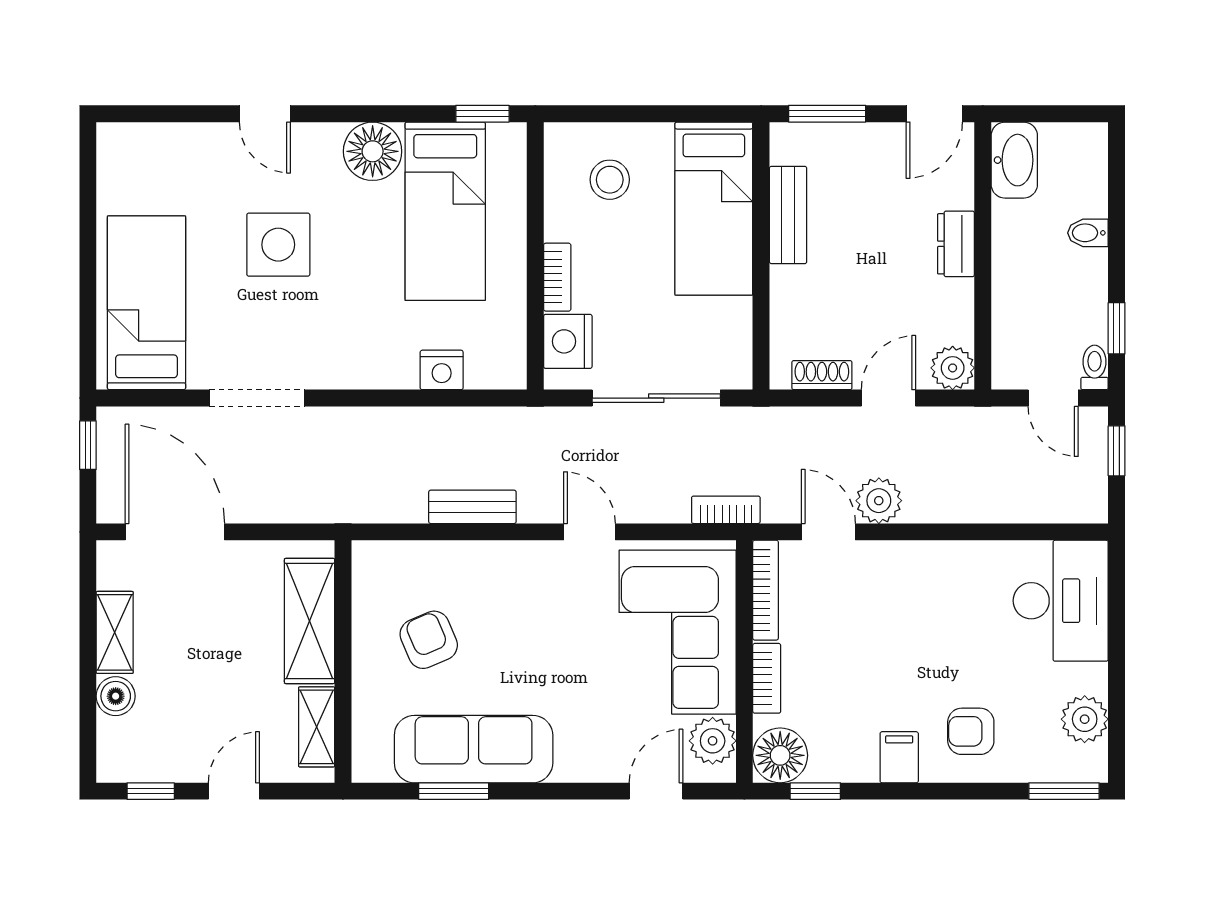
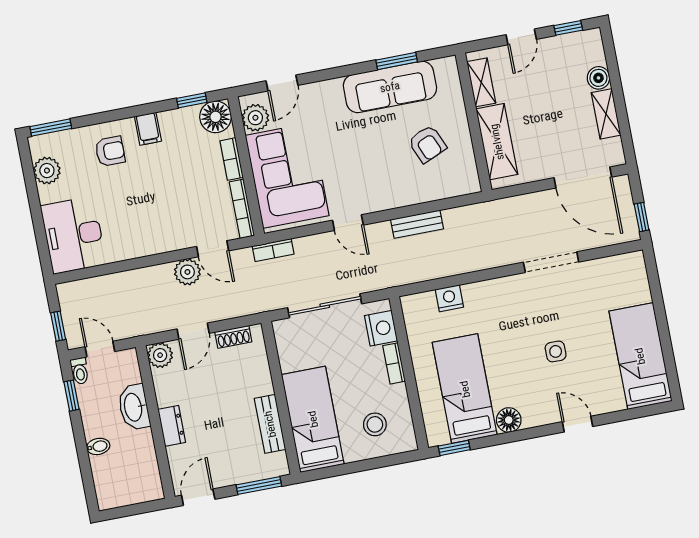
floor lamp: (373, 151) -> (509, 420), width x0.73, depth x0.73
washbasin: (1014, 160) -> (134, 407), moved
side table: (278, 245) -> (556, 351), width x0.54, depth x0.54
bed: (146, 303) -> (640, 356), moved, turned 180

